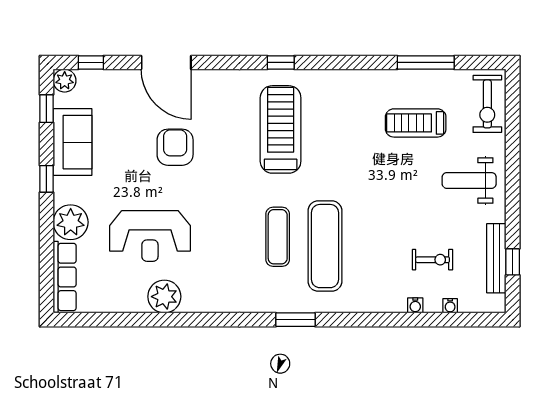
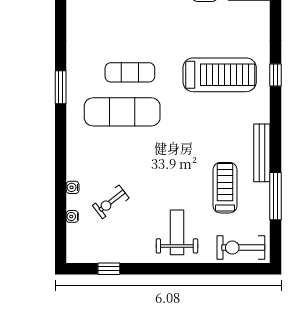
bench: (496, 258) -> (262, 153), moved, turned 90
exercise bike: (433, 260) -> (111, 202), turned 52

